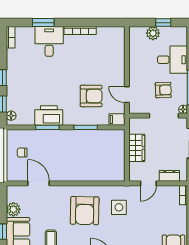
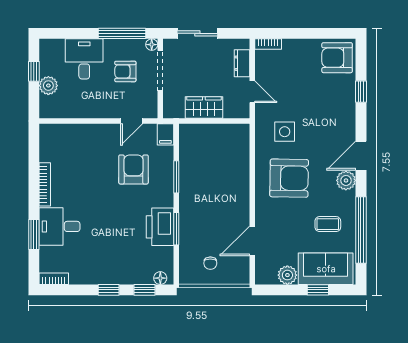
armchair: (163, 90) -> (125, 71), turned -88

